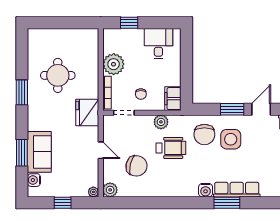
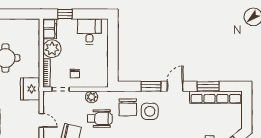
filing cabinet: (173, 99) -> (50, 29), moved, turned 180

